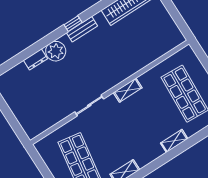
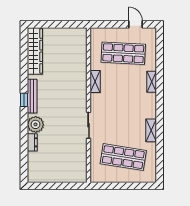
bench: (82, 29) -> (32, 96), width x1.36
shelving: (128, 90) -> (95, 81), moved

